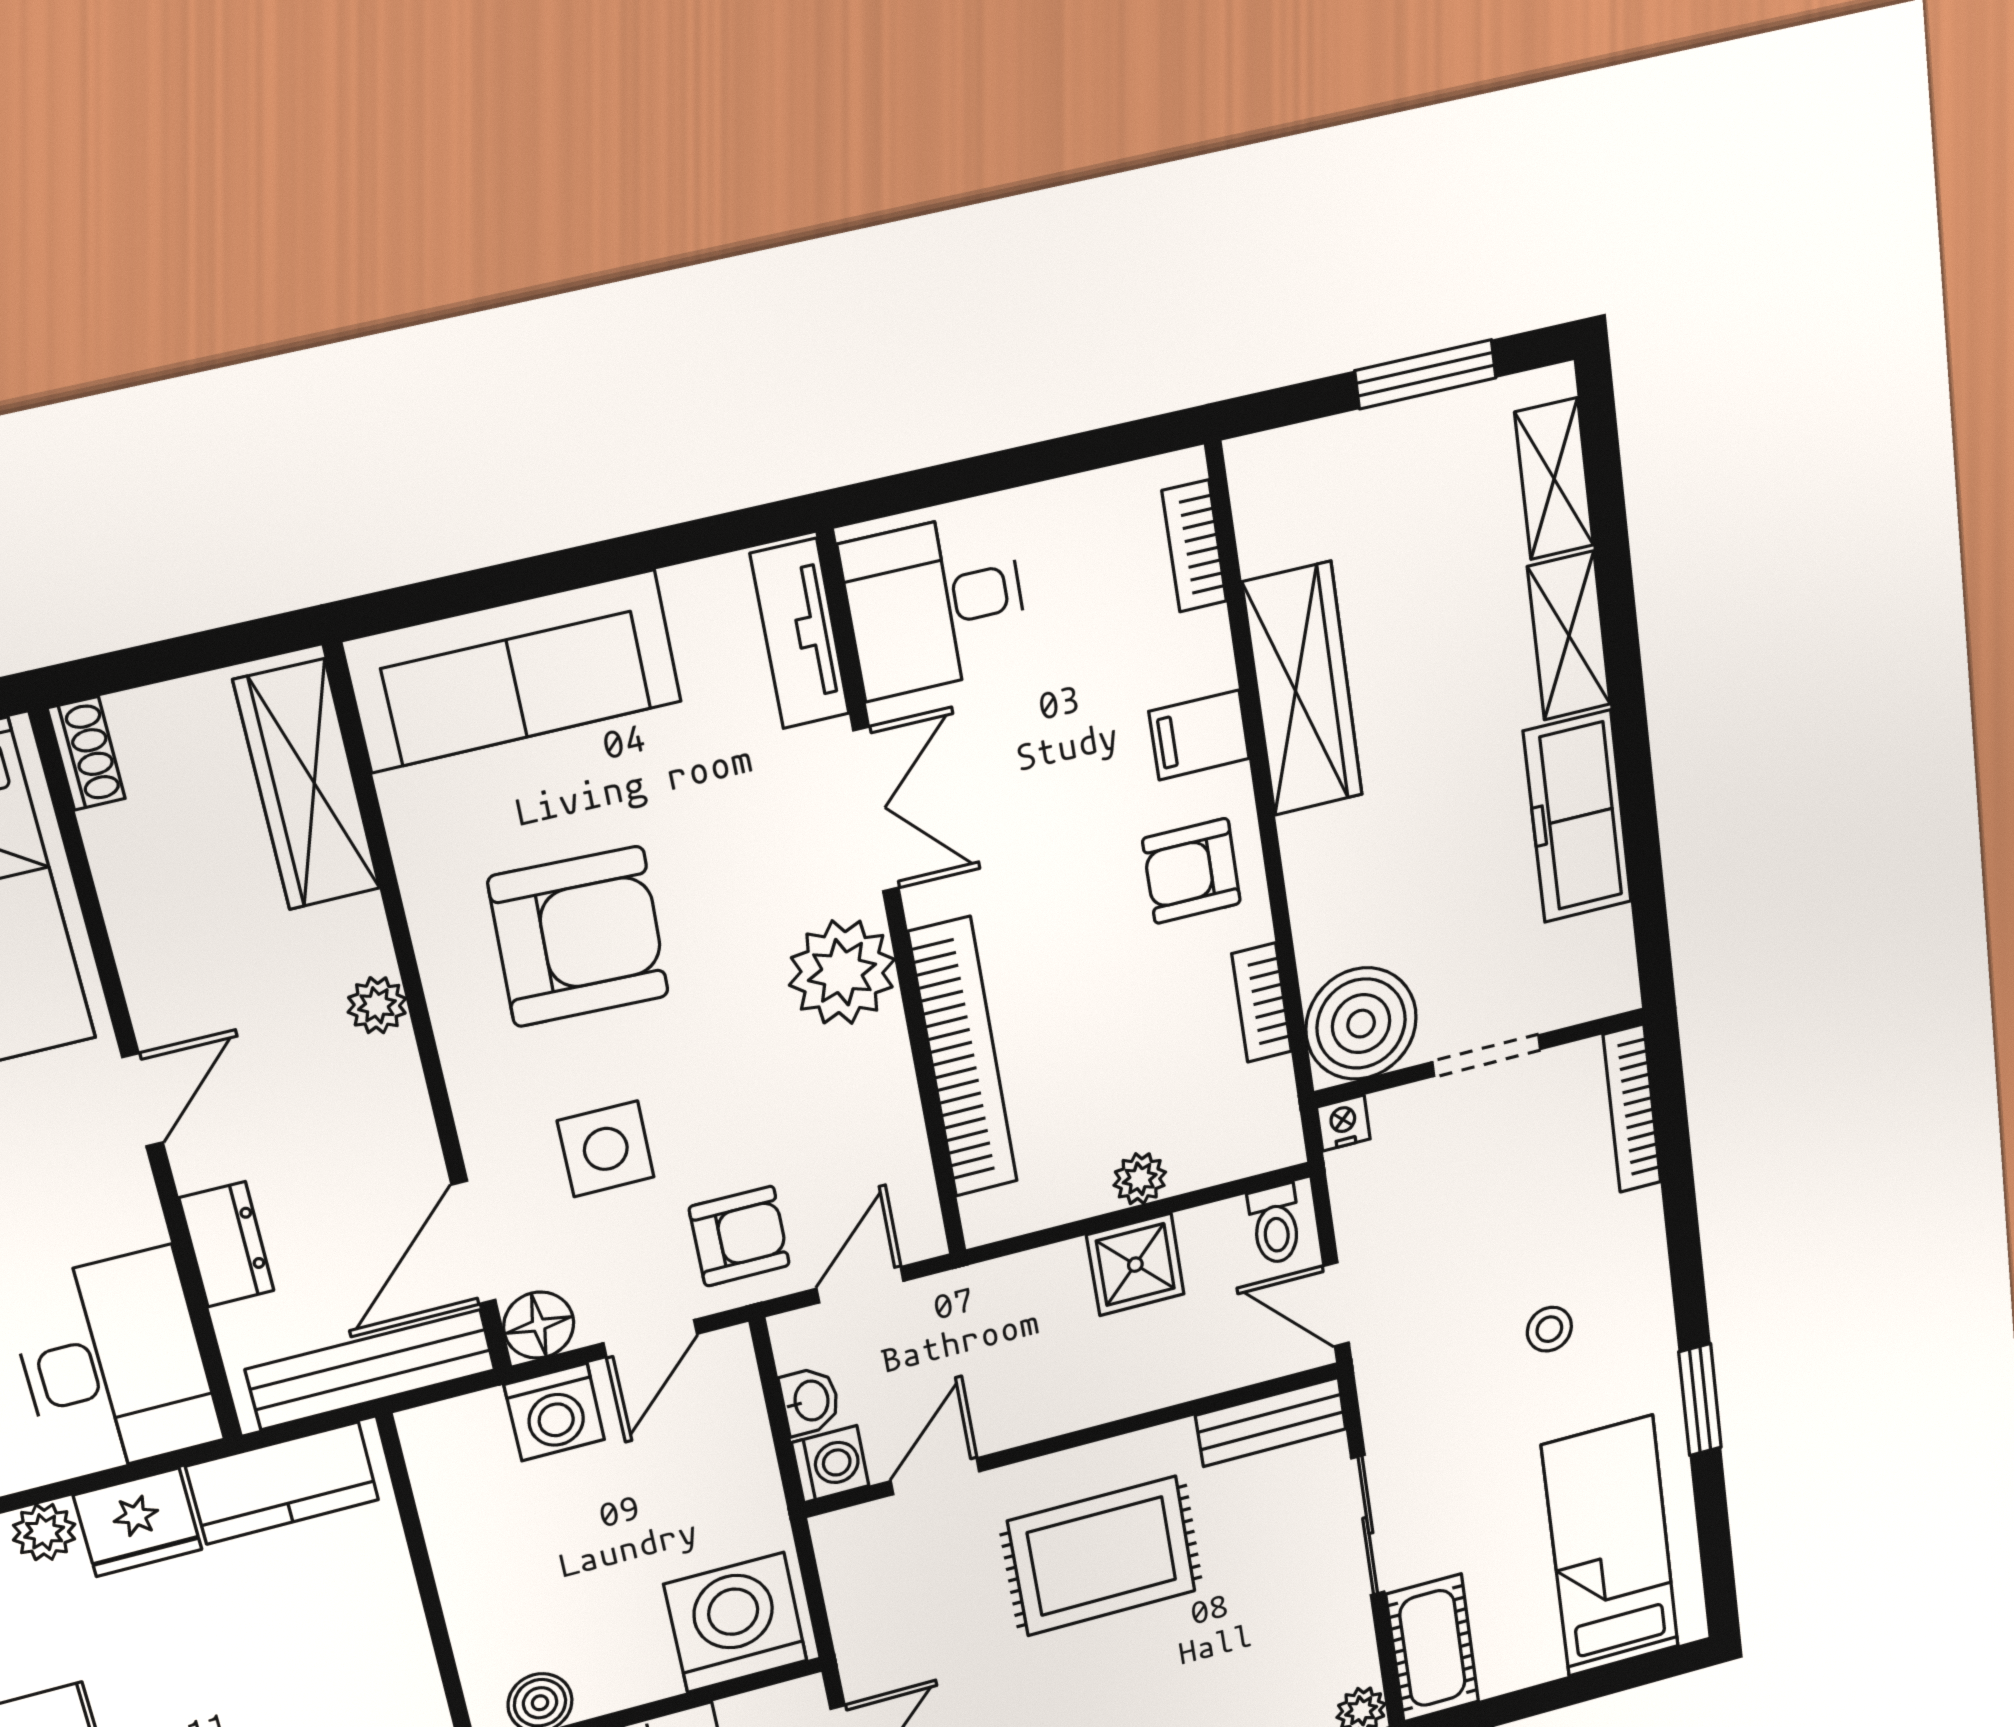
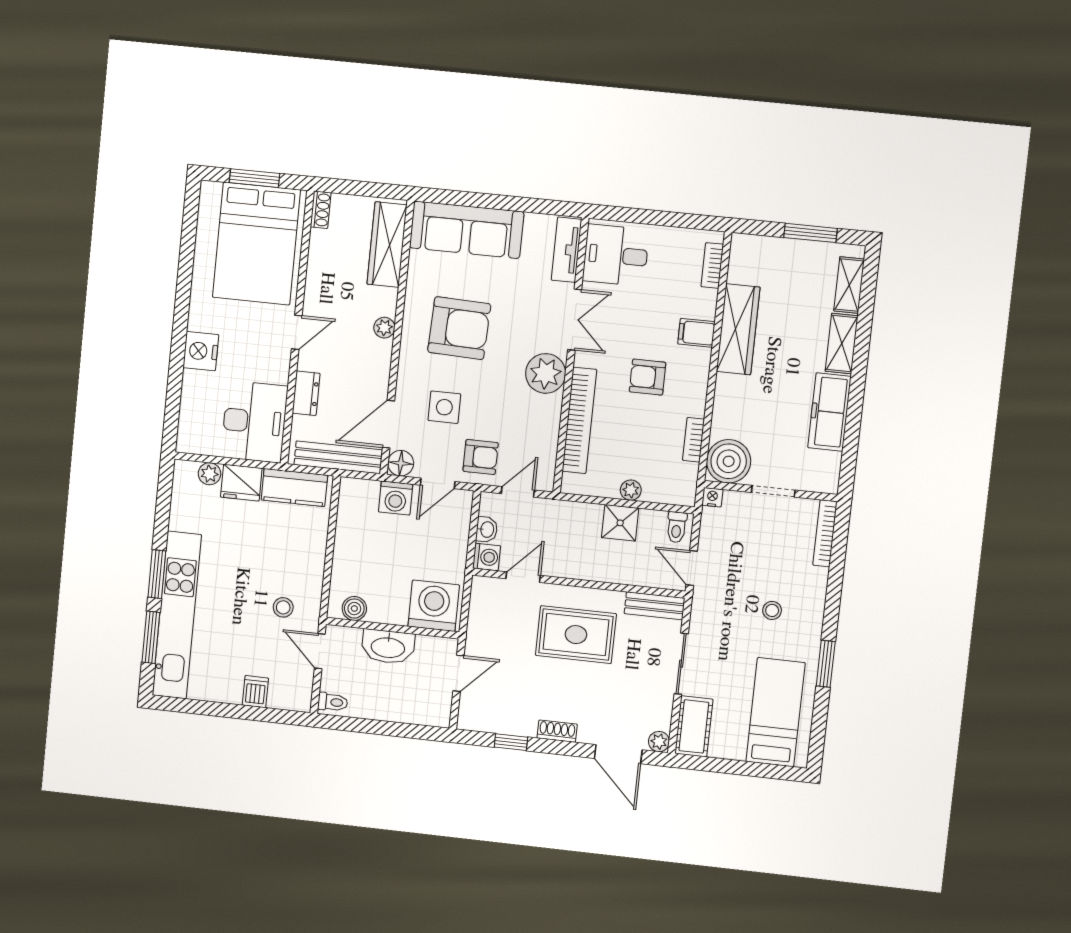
armchair: (1191, 871) -> (648, 377), moved

